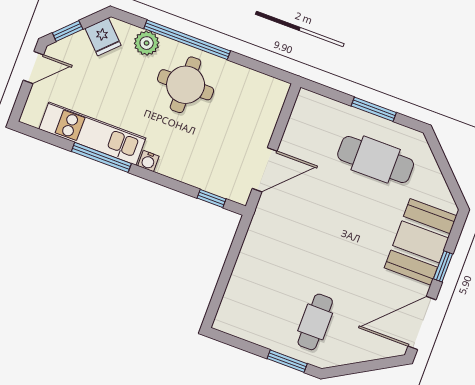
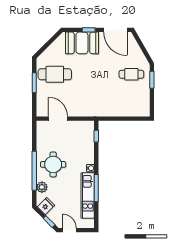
cafe table: (376, 160) -> (55, 74), turned 90
door: (265, 170) -> (58, 119), moved

